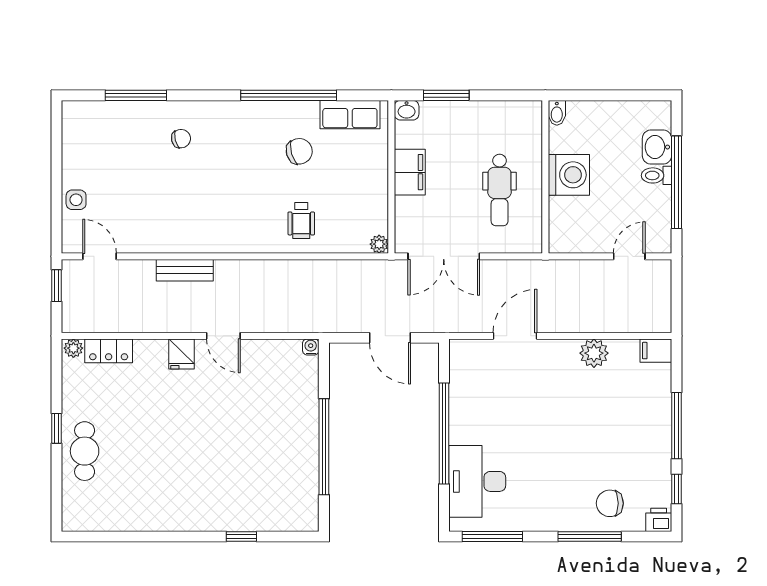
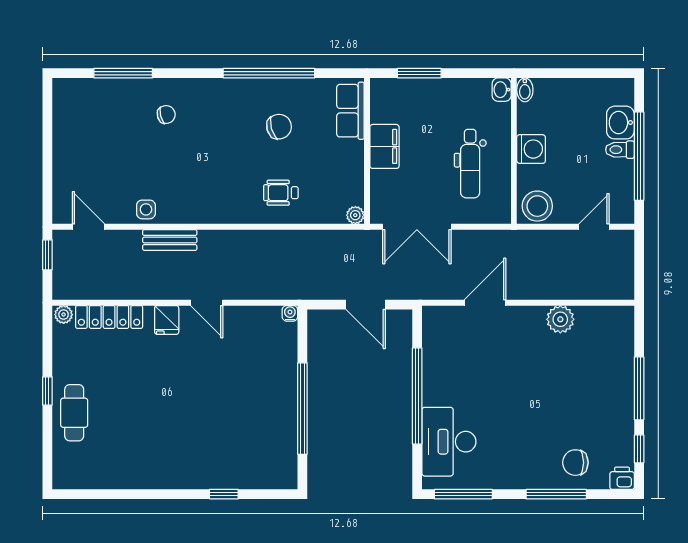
washbasin: (407, 110) -> (502, 90), moved, turned 90
row of seats: (350, 115) -> (350, 111), moved, turned 90
washing machine: (569, 175) -> (531, 149), width x0.73, depth x0.73
side table: (76, 200) -> (146, 209), moved
wheelchair: (301, 221) -> (281, 193), turned 90
stool: (570, 235) -> (537, 206), added
locker: (109, 351) -> (109, 317), width x1.53
filing cabinet: (656, 351) -> (619, 317), removed

